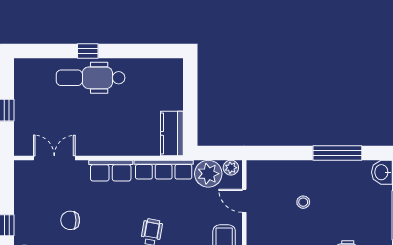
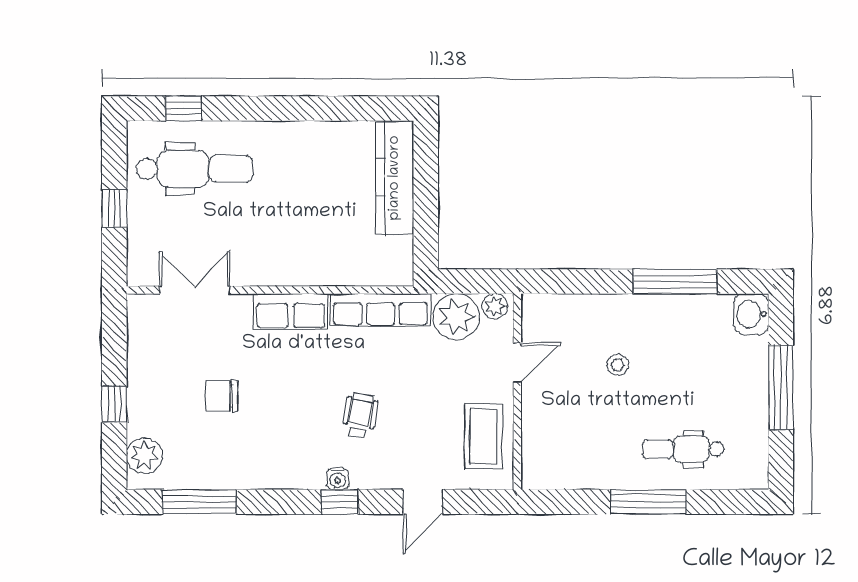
window: (88, 51) -> (183, 108), moved
dental chair: (91, 78) -> (195, 169), moved, turned 180
kitchen counter: (172, 133) -> (395, 178), moved, width x1.50
door: (244, 201) -> (517, 363), swing flipped

